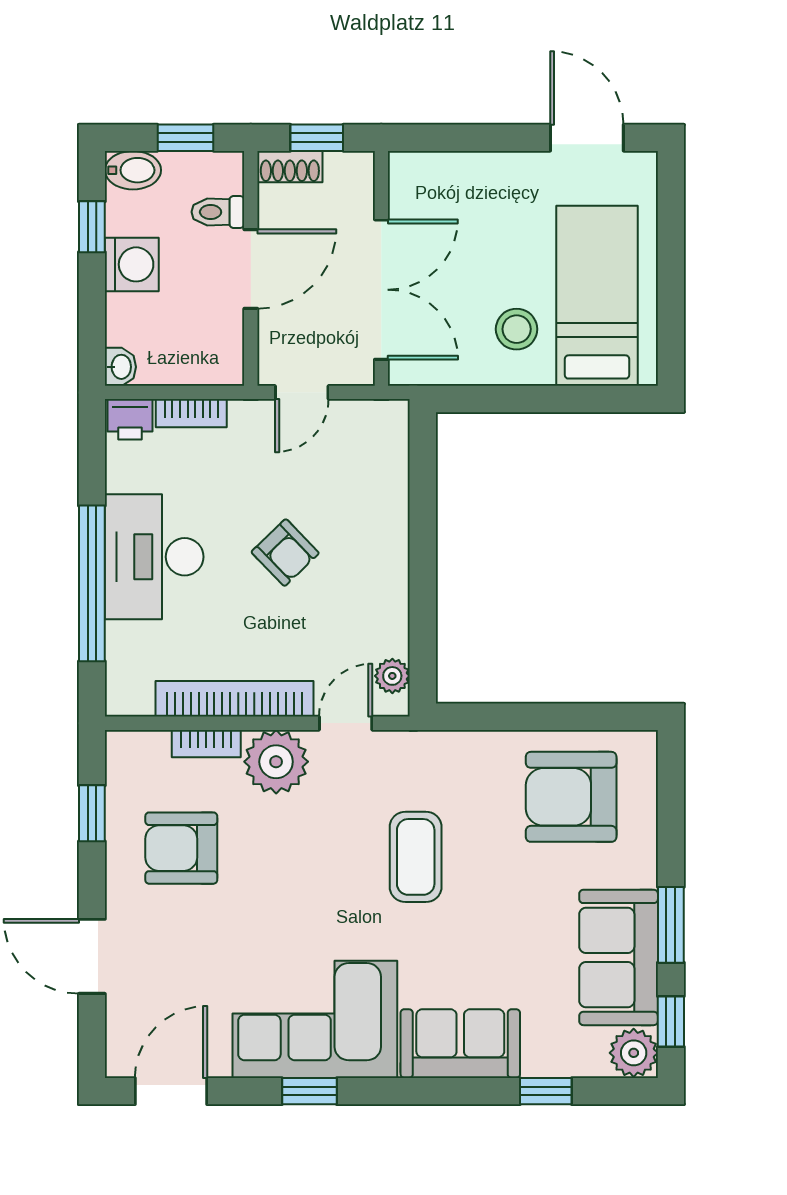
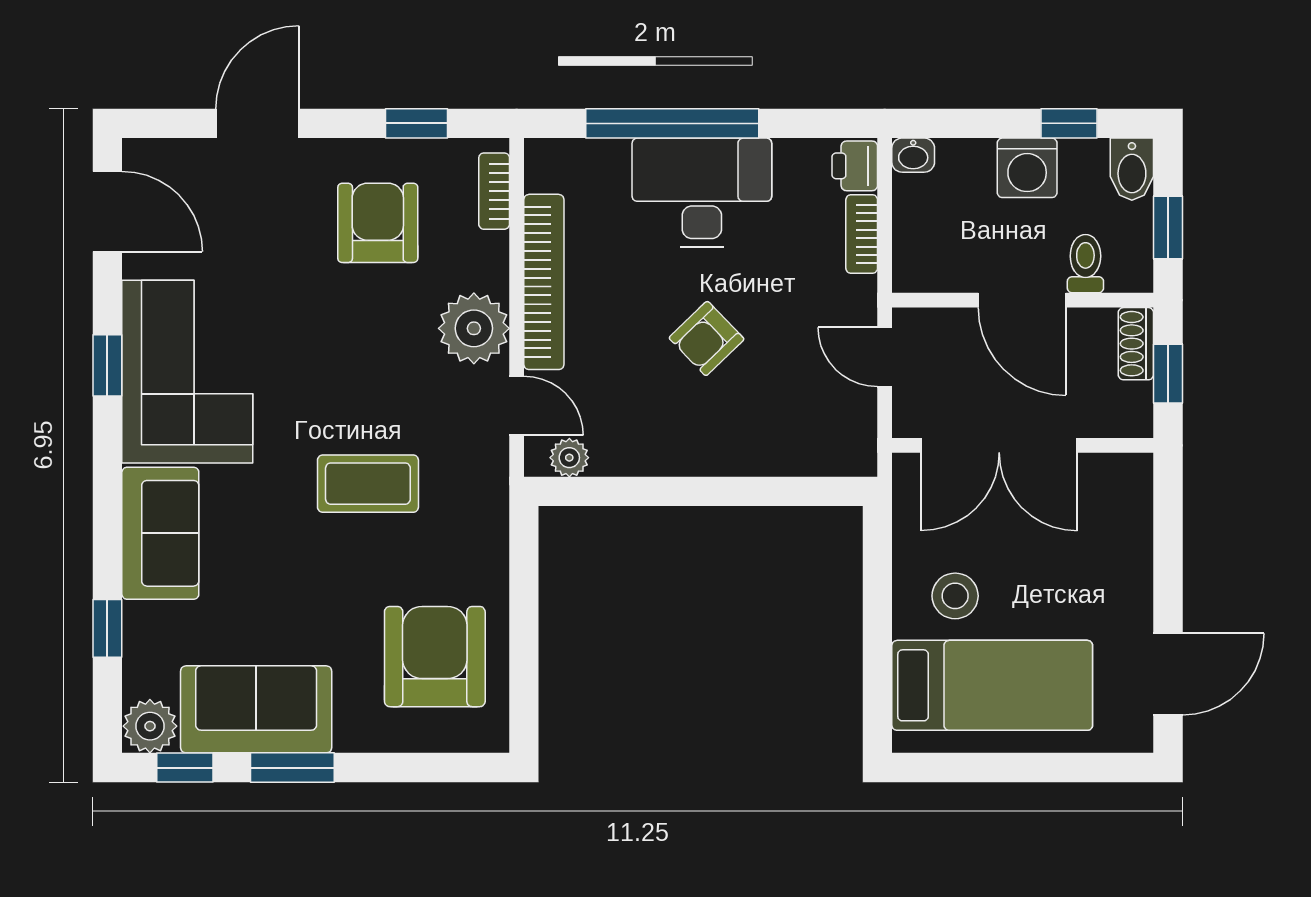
bookcase: (206, 744) -> (494, 191), moved

